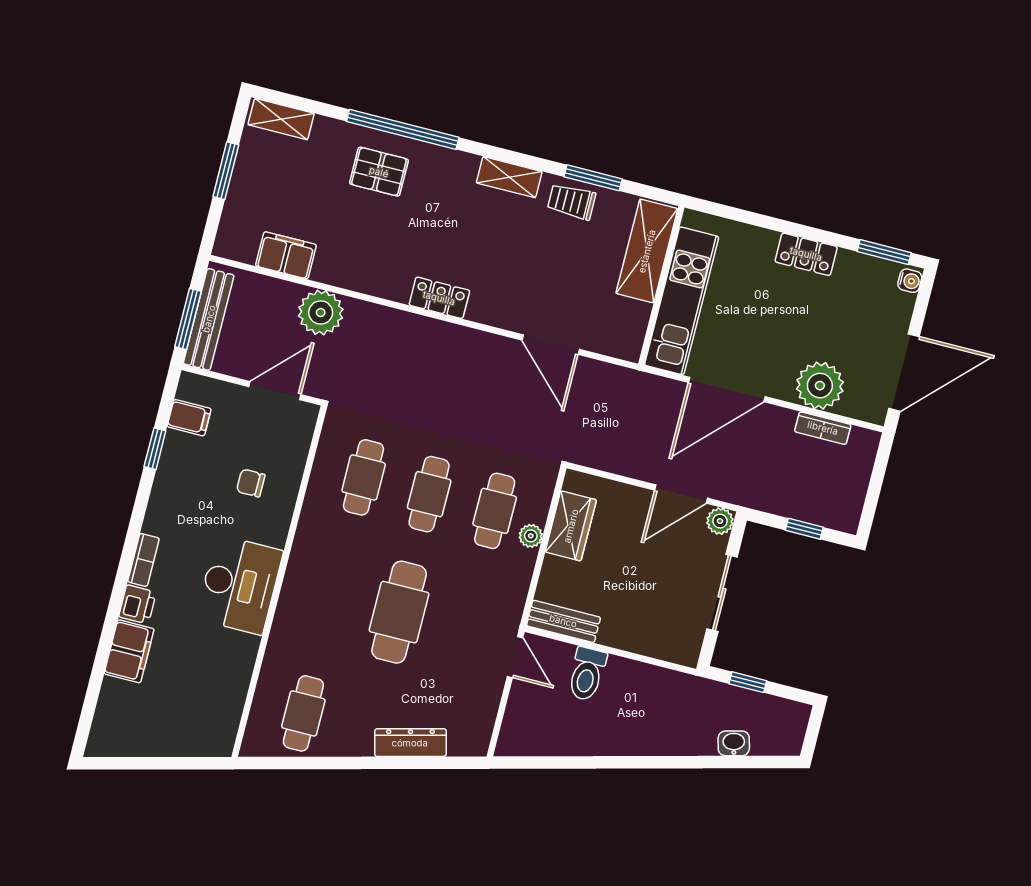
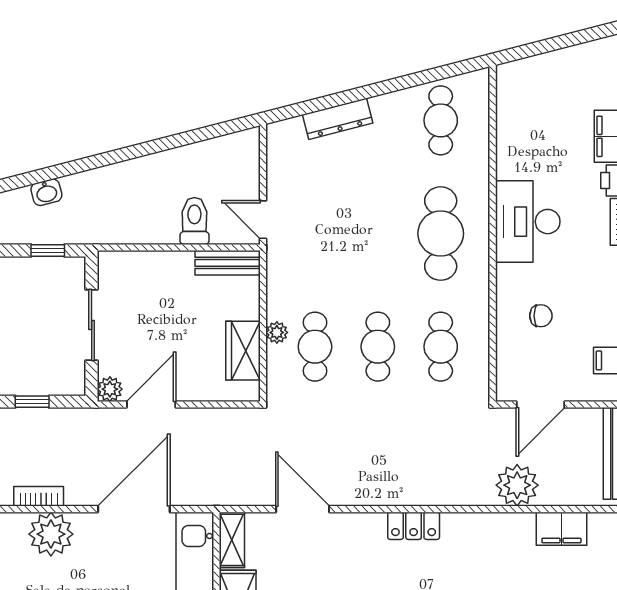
shelving: (633, 331) -> (232, 540), added
cafe table: (399, 612) -> (441, 234), moved

